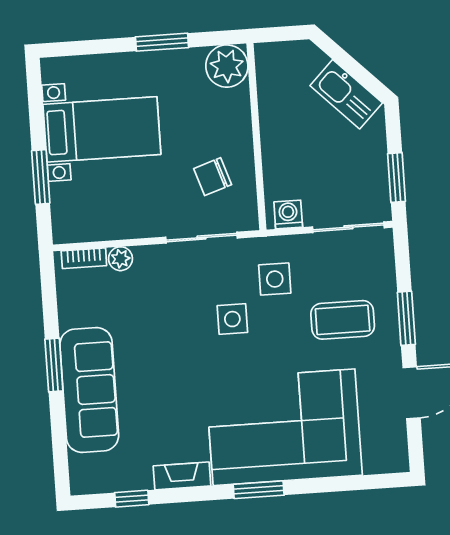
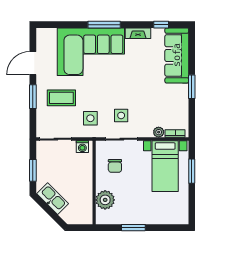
plant: (227, 66) -> (105, 200), moved
bed with nightstands: (102, 129) -> (165, 166), moved, turned -90
chair: (213, 177) -> (115, 166), turned 108
window: (397, 177) -> (33, 170), moved
side table: (232, 319) -> (121, 115), moved
sofa: (89, 390) -> (177, 55), moved
window: (259, 490) -> (104, 25), width x1.44

